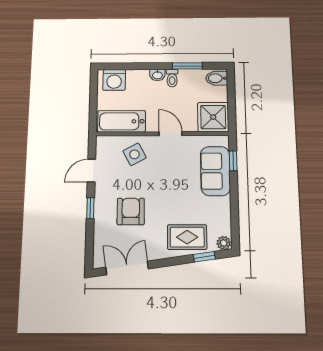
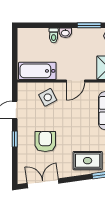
toilet: (172, 78) -> (54, 35), moved
washing machine: (114, 80) -> (31, 37), removed
door: (170, 134) -> (75, 81), swing flipped

